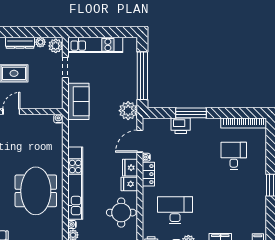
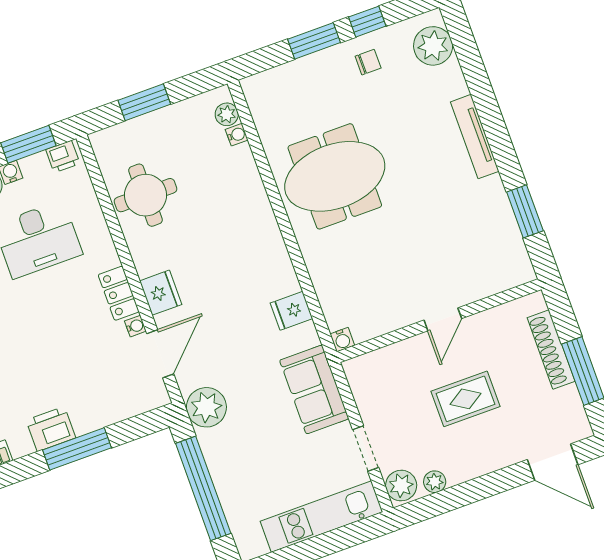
dresser: (20, 43) -> (476, 465), removed
printer: (181, 126) -> (51, 429), moved
kitchen unit: (75, 183) -> (260, 221), removed
fridge: (129, 184) -> (291, 311), moved, turned 180
meeting table: (36, 191) -> (335, 176), turned 90

